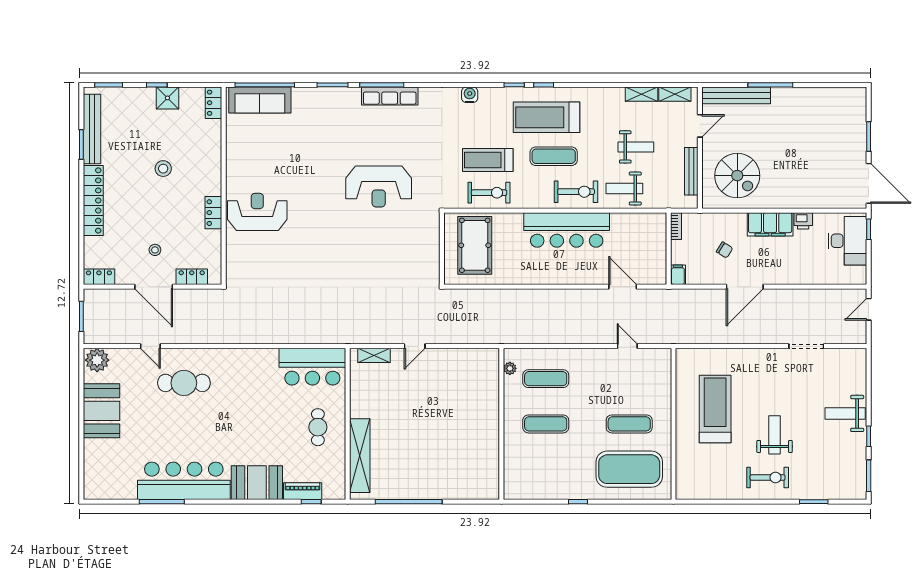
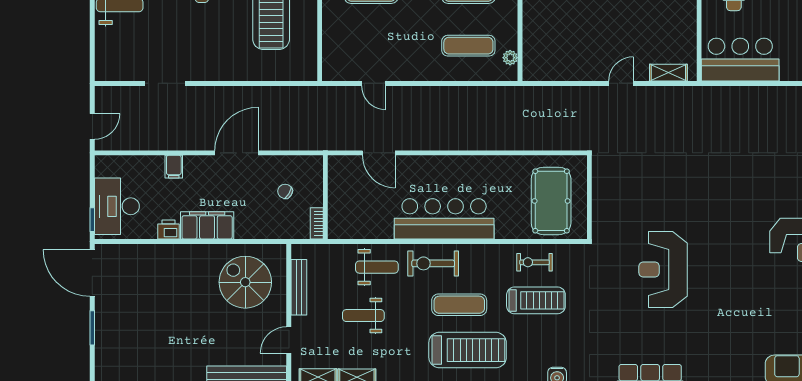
reception desk: (379, 186) -> (663, 270), turned -90
exercise bike: (489, 193) -> (535, 262), width x0.73, depth x0.72
chair: (725, 250) -> (285, 191), moved
filing cabinet: (678, 275) -> (174, 167), moved

